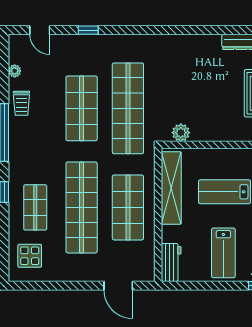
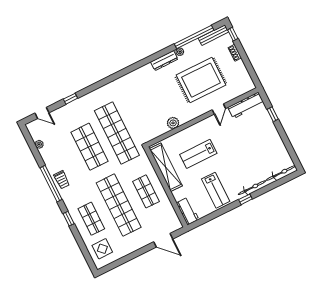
trolley: (21, 103) -> (62, 180), moved
plant: (181, 133) -> (173, 123), moved
shop shelf: (128, 207) -> (146, 191), width x0.70, depth x0.74

